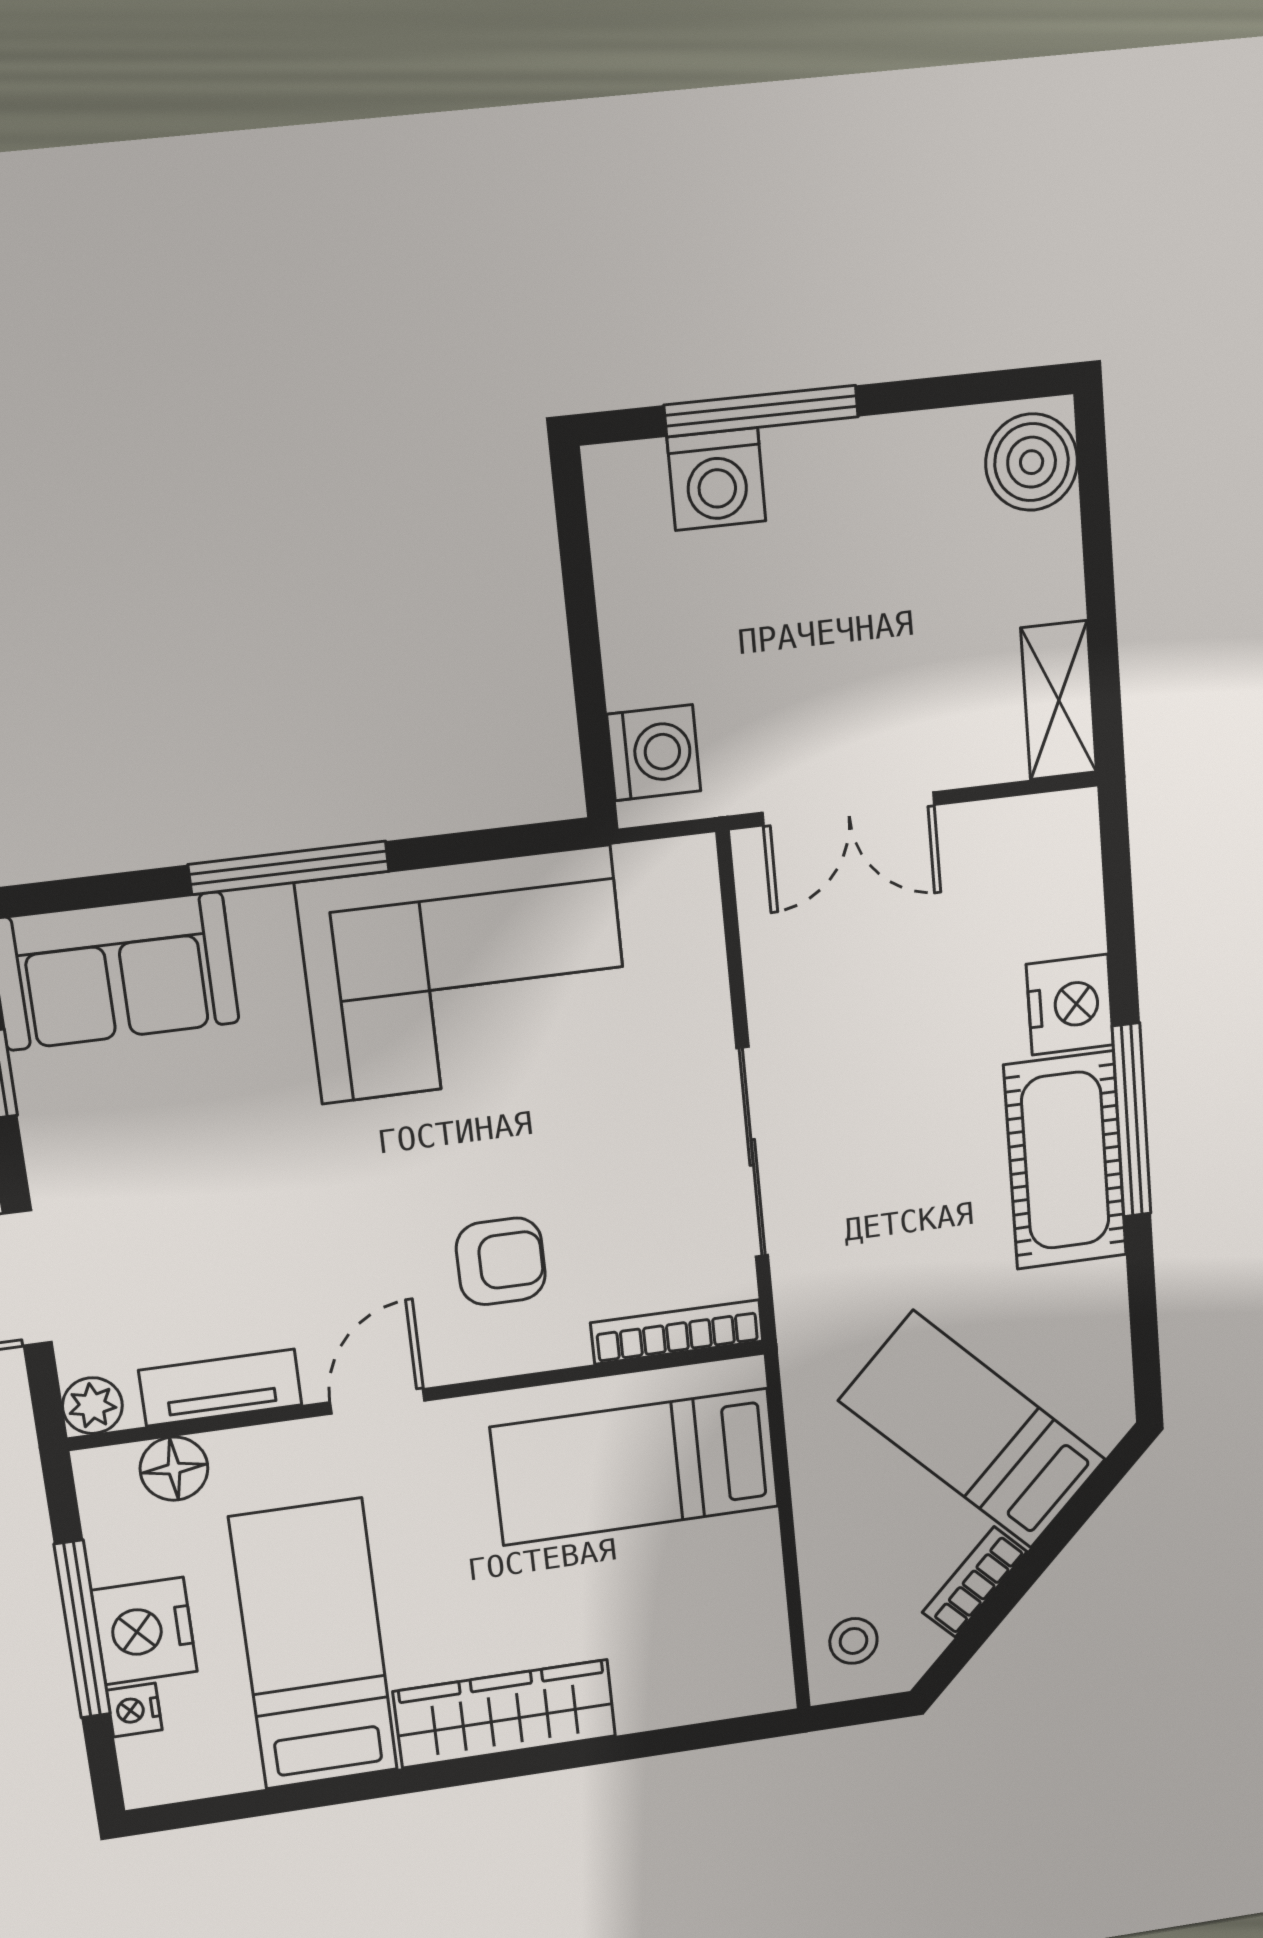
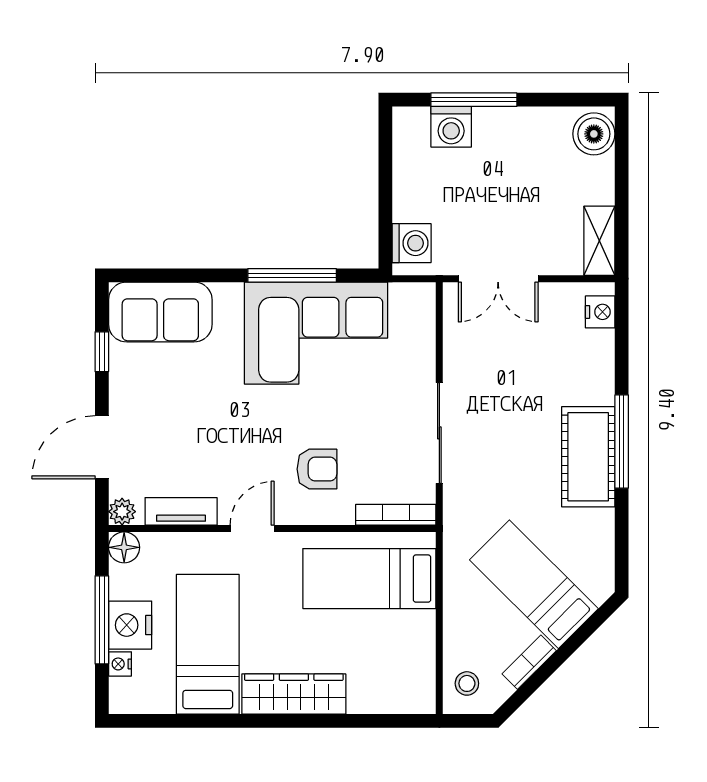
window: (289, 868) -> (292, 275), moved
nightstand: (1070, 1005) -> (600, 312), moved, width x0.74, depth x0.75
floor lamp: (174, 1469) -> (124, 547), moved

